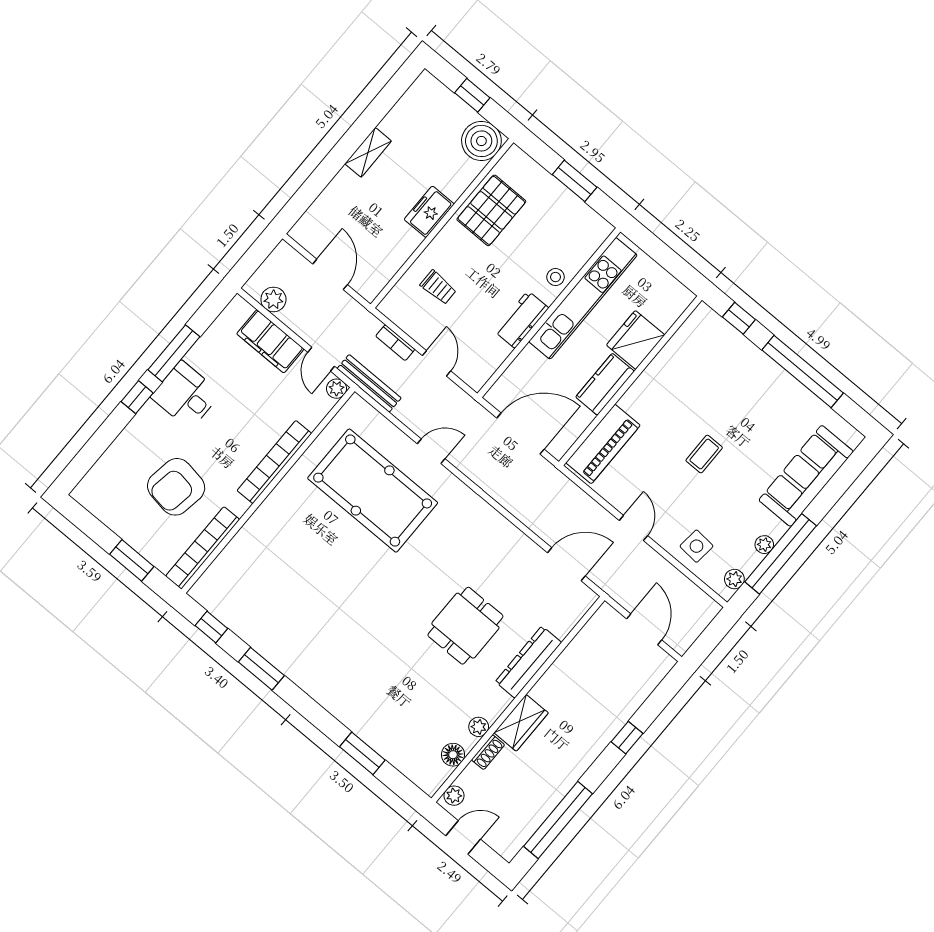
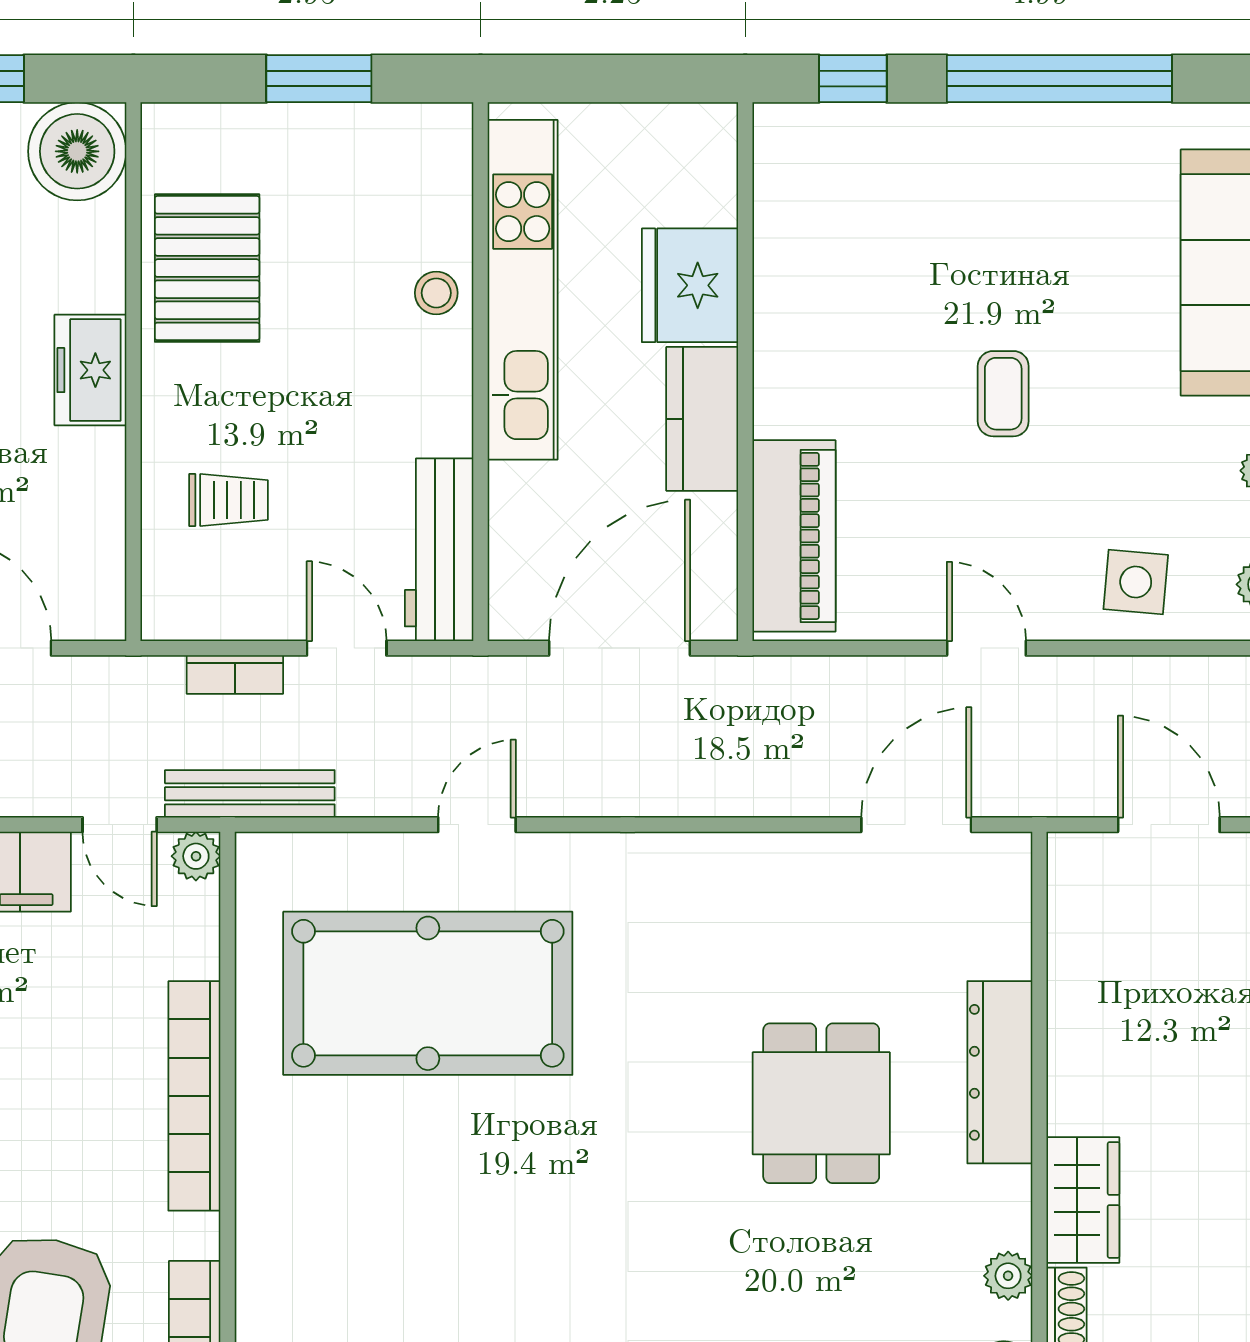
workbench: (521, 320) -> (439, 550), moved, width x1.38

